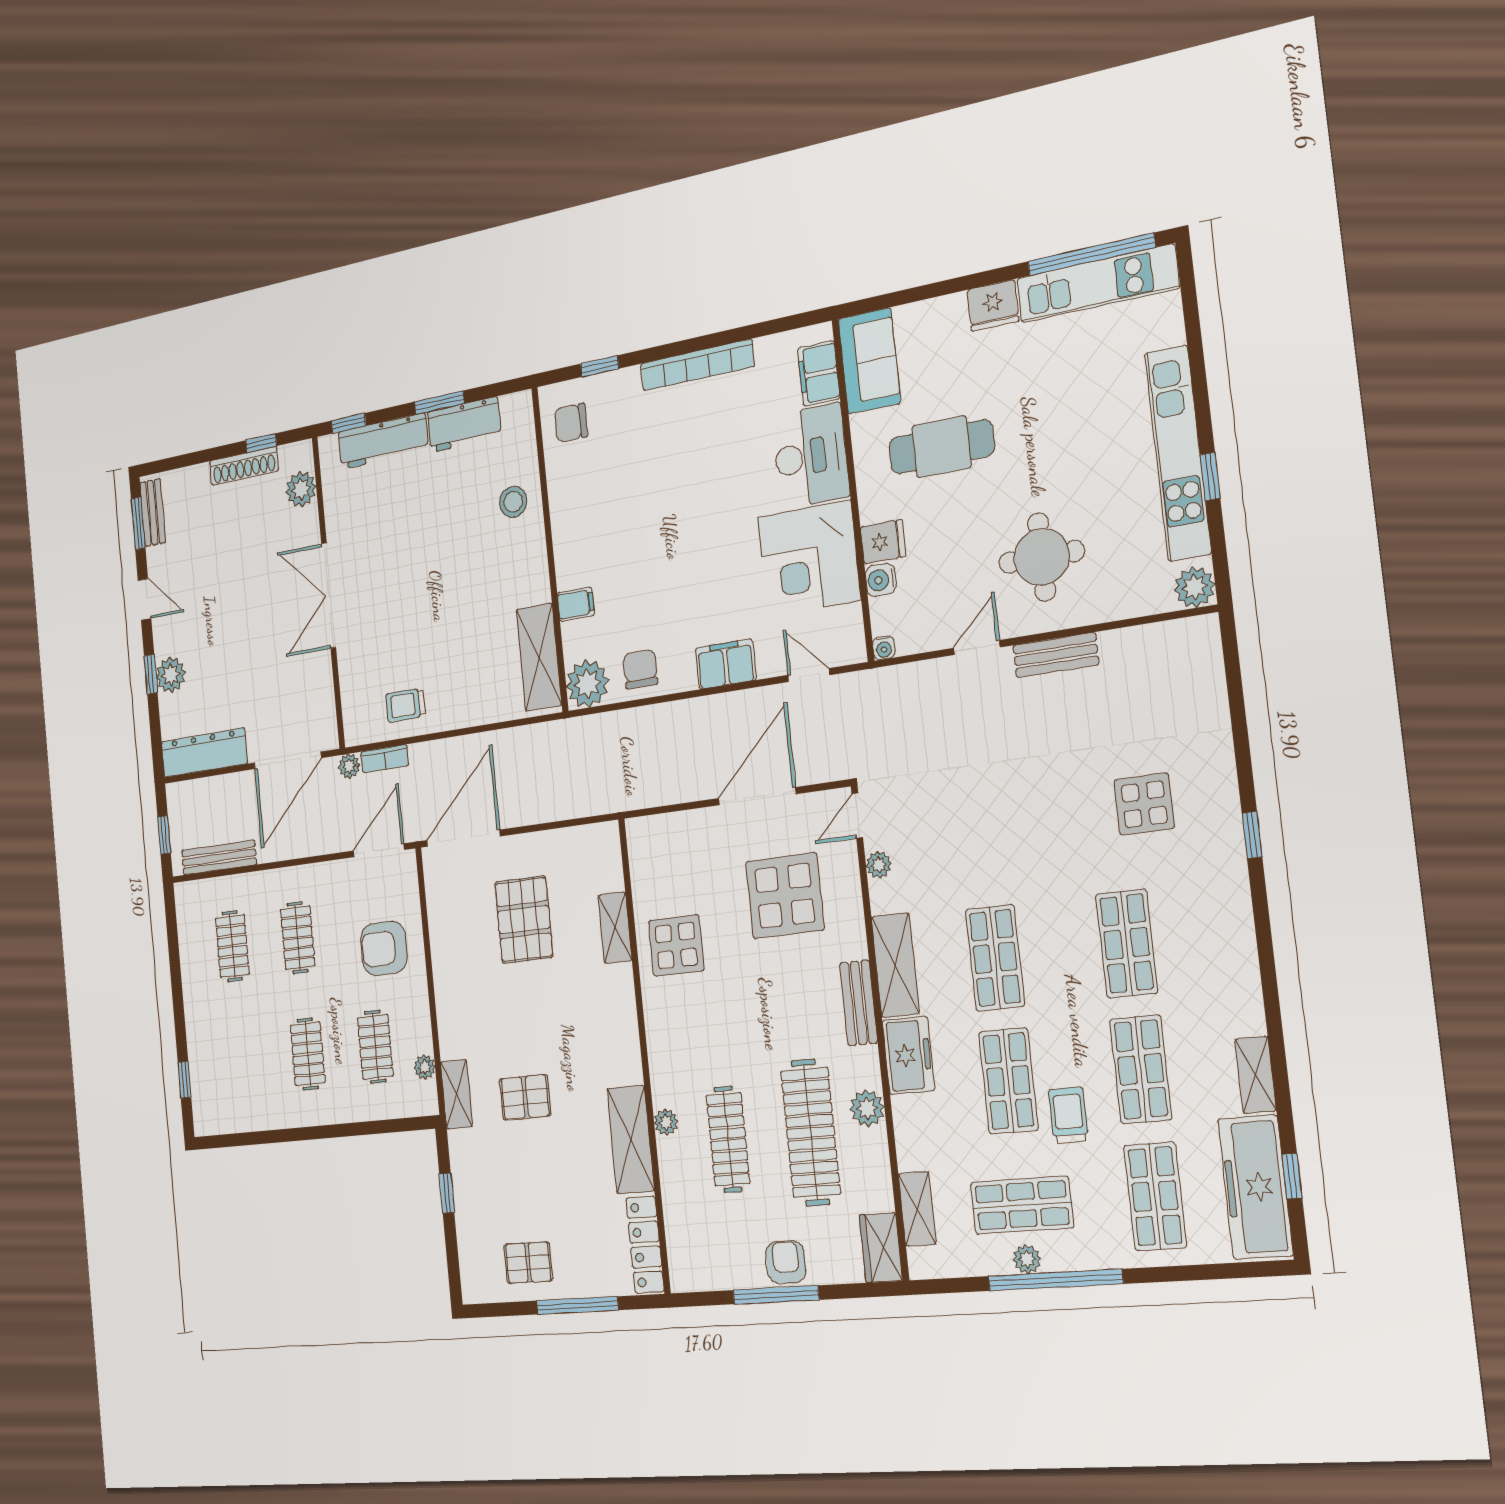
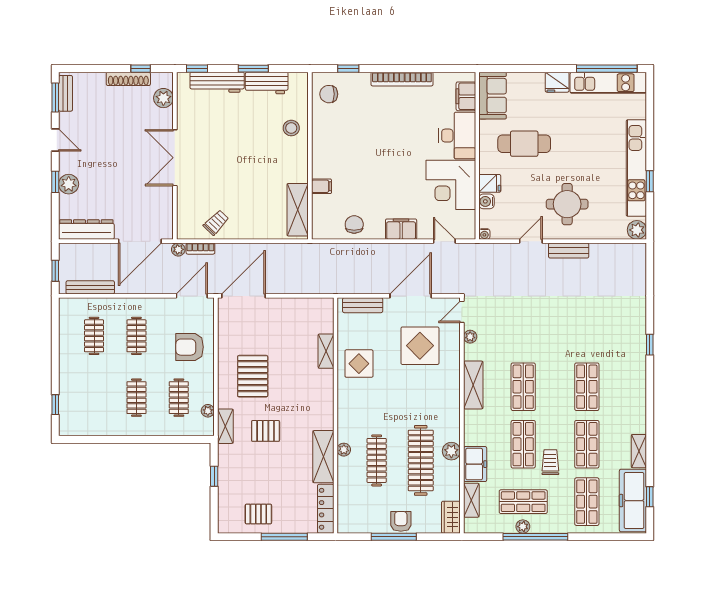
plant: (587, 684) -> (324, 227), removed
trolley: (405, 705) -> (216, 222), turned 134
display table: (1144, 804) -> (602, 325), removed
pallet: (524, 920) -> (253, 376), moved
bench: (859, 1003) -> (363, 305), moved, turned 90
freezer: (908, 1055) -> (475, 464), moved

